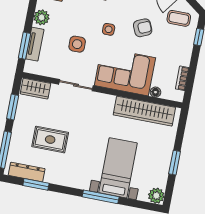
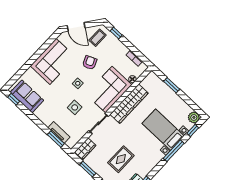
plant: (42, 17) -> (46, 118), removed
wardrobe: (144, 111) -> (129, 104), moved
window: (175, 163) -> (172, 85), moved
window: (140, 204) -> (193, 131), added

